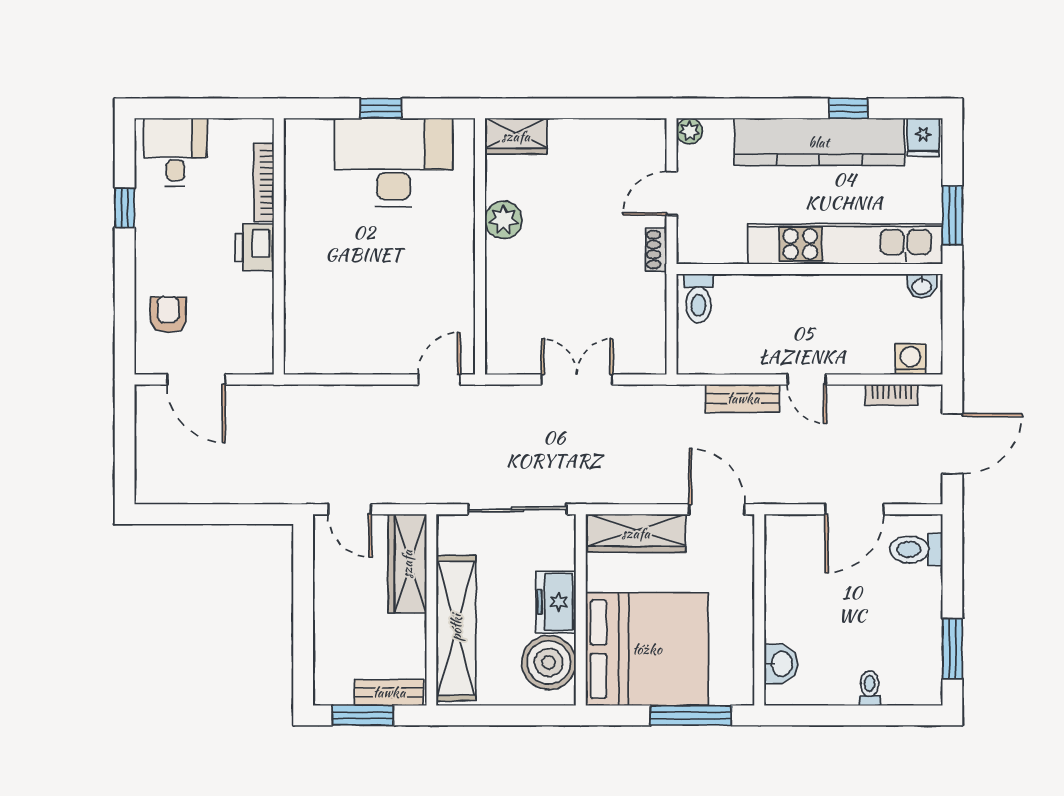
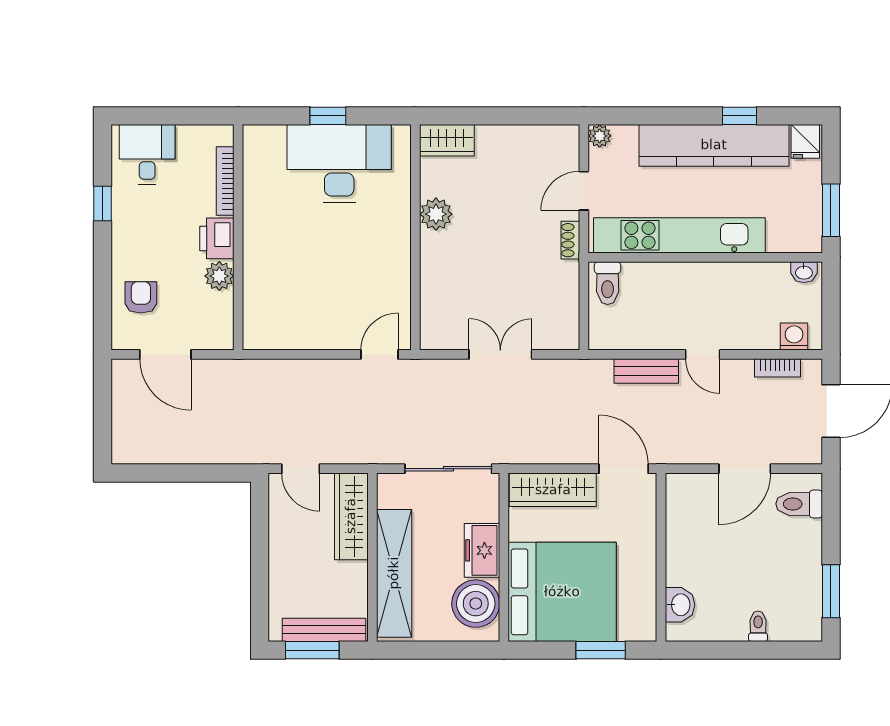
kitchen unit: (845, 244) -> (679, 235), moved
plant: (257, 290) -> (219, 276), added
bench: (389, 692) -> (324, 630), width x1.36
window: (691, 715) -> (601, 650), width x0.69

